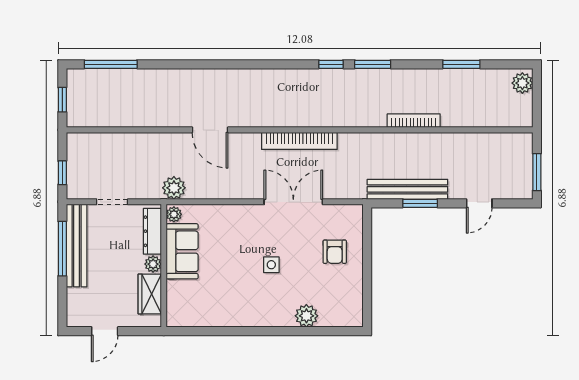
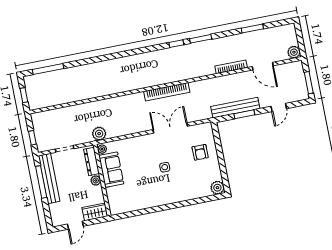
plant: (522, 83) -> (294, 52), moved
door: (210, 130) -> (263, 66), moved
wardrobe: (150, 294) -> (95, 212), moved, turned 90
plant: (306, 316) -> (217, 188), moved

